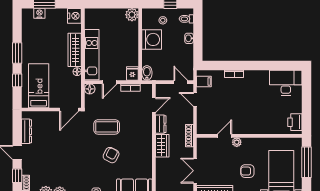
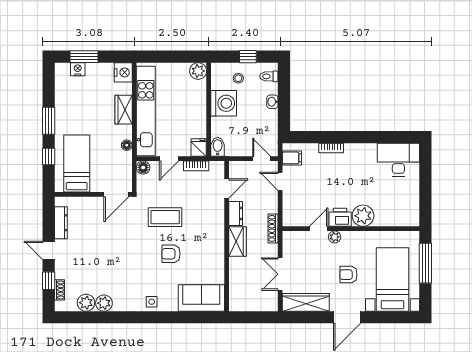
wardrobe: (75, 50) -> (124, 110), width x0.67
kitchen unit: (92, 55) -> (146, 111), width x1.36
printer: (295, 122) -> (340, 217), moved, turned 90
plant: (259, 126) -> (363, 216), added
armchair: (111, 155) -> (171, 254), turned -117

